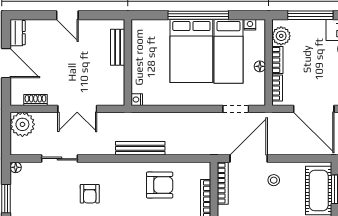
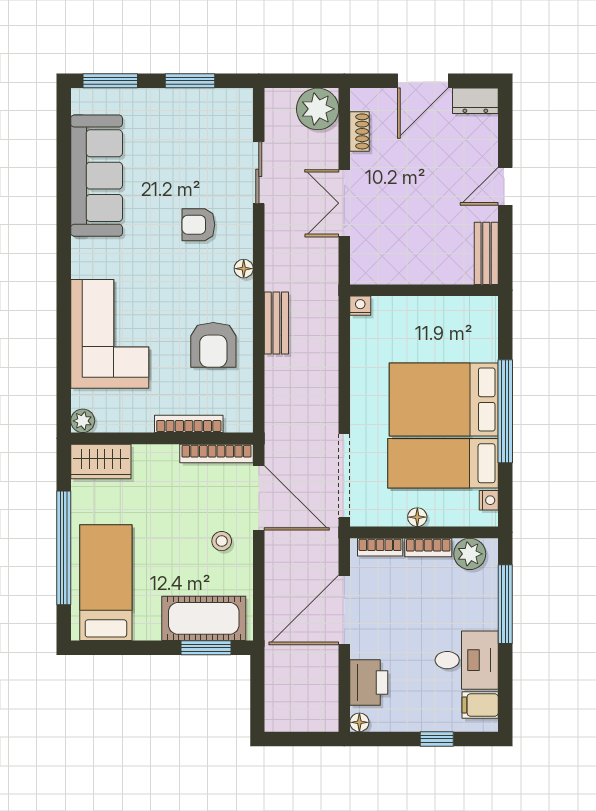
bench: (118, 47) -> (486, 253), moved, turned 90
doorway: (236, 109) -> (344, 476), width x1.87
bench: (140, 148) -> (276, 323), width x0.73
floor lamp: (16, 167) -> (244, 269), moved

